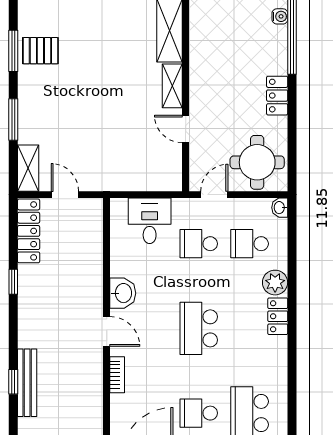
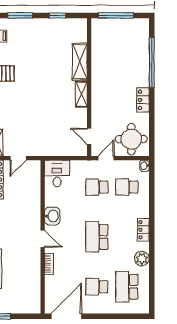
water cooler: (280, 16) -> (145, 53), removed
door: (186, 129) -> (89, 136), moved
door: (65, 195) -> (18, 158), swing flipped
desk: (150, 221) -> (57, 174), moved
plant: (275, 283) -> (142, 259), moved

